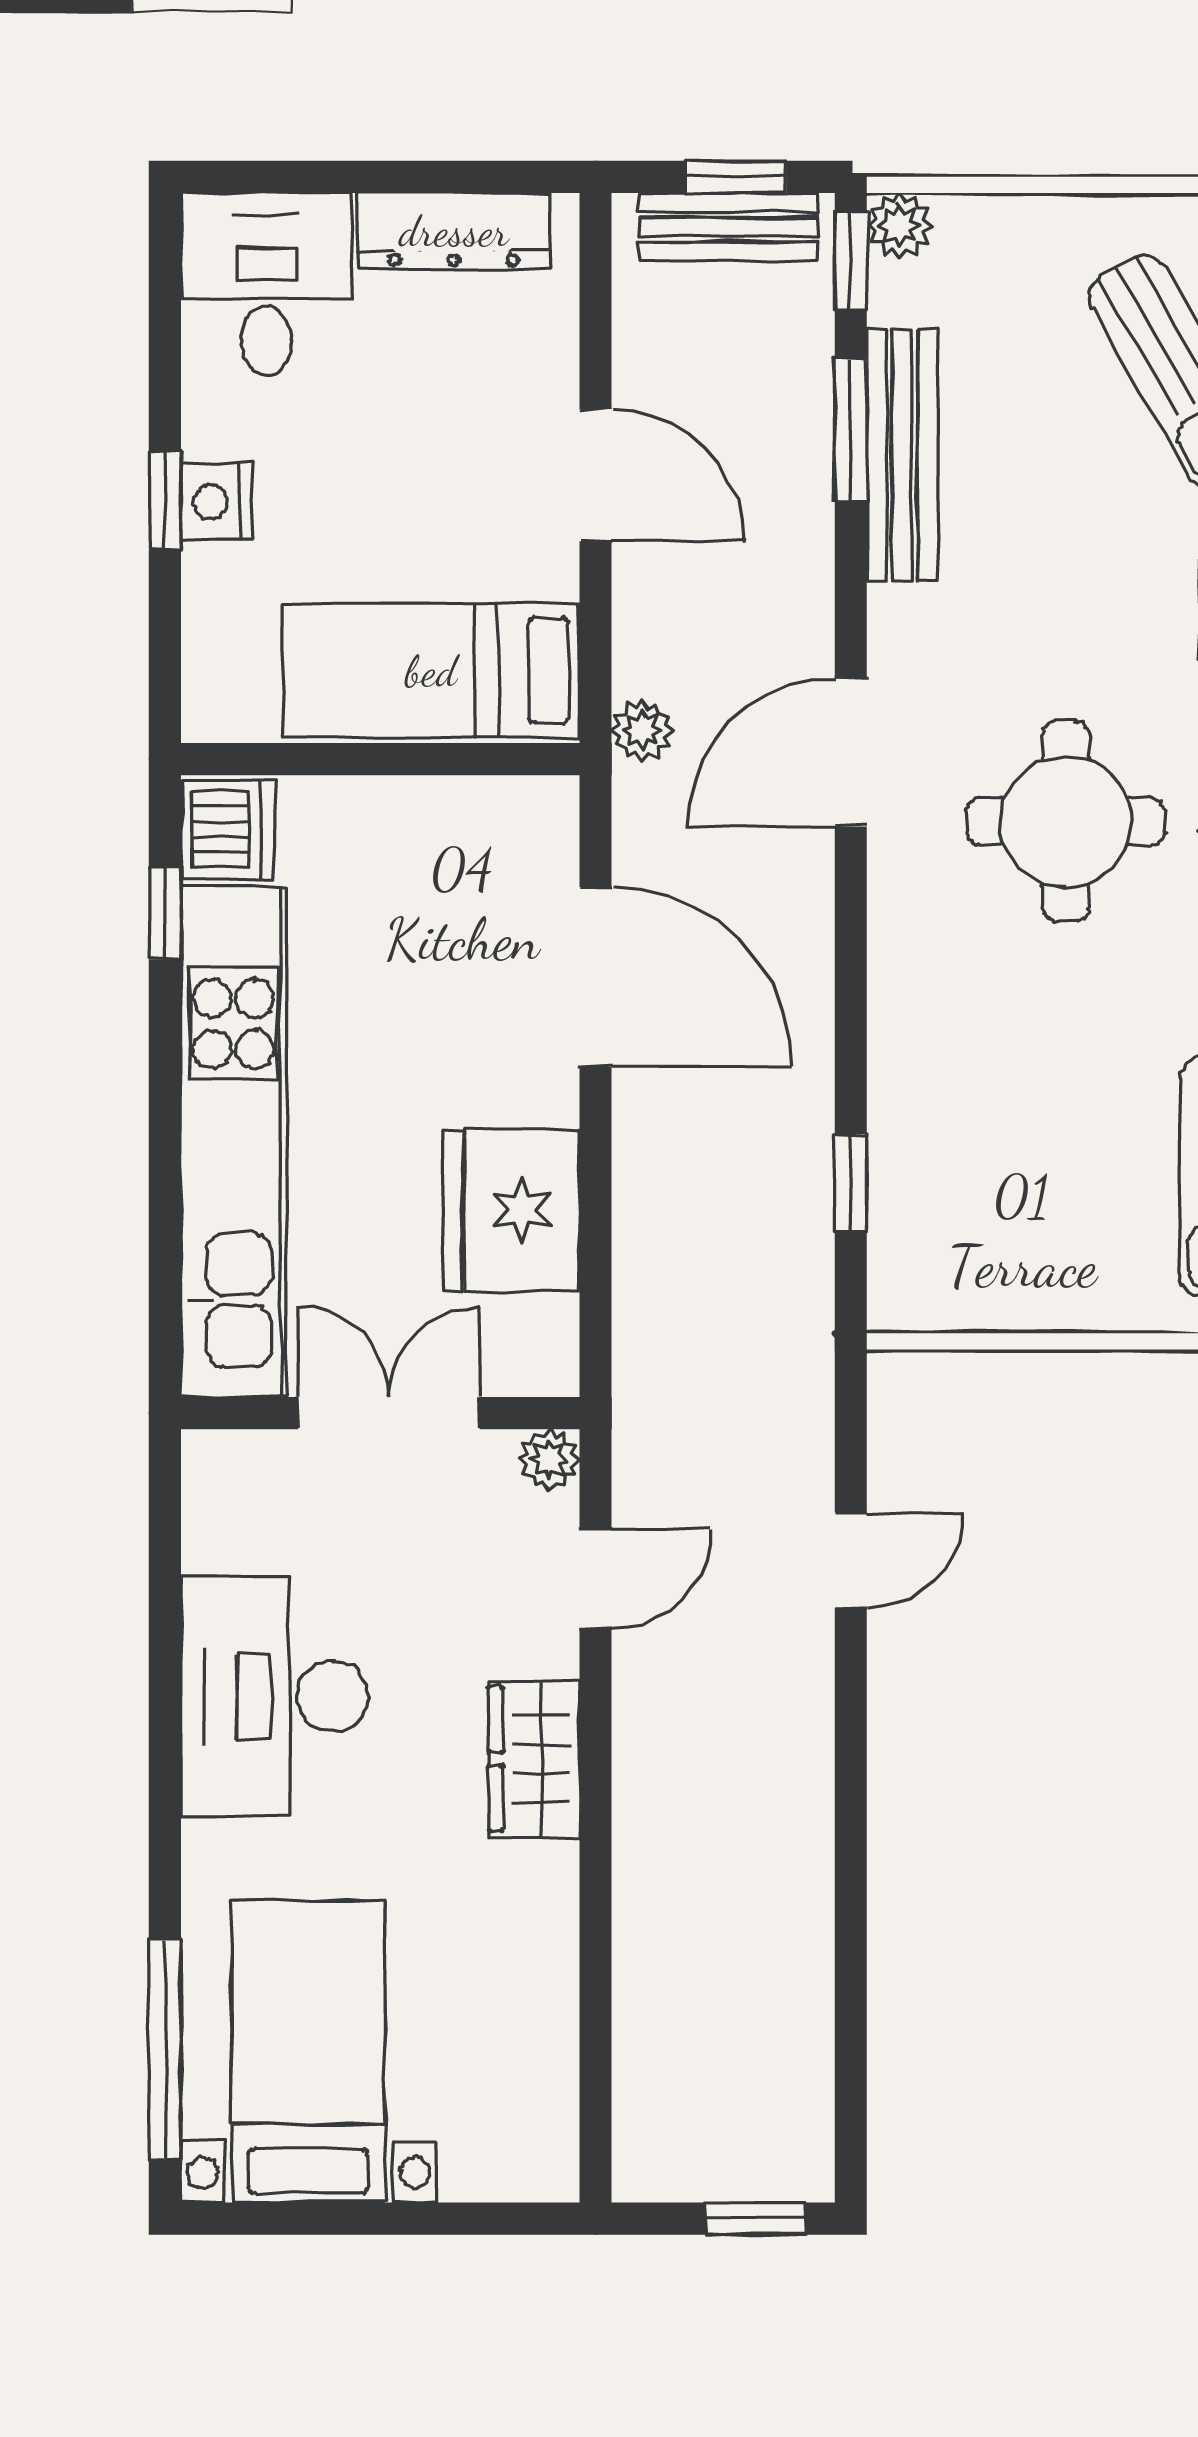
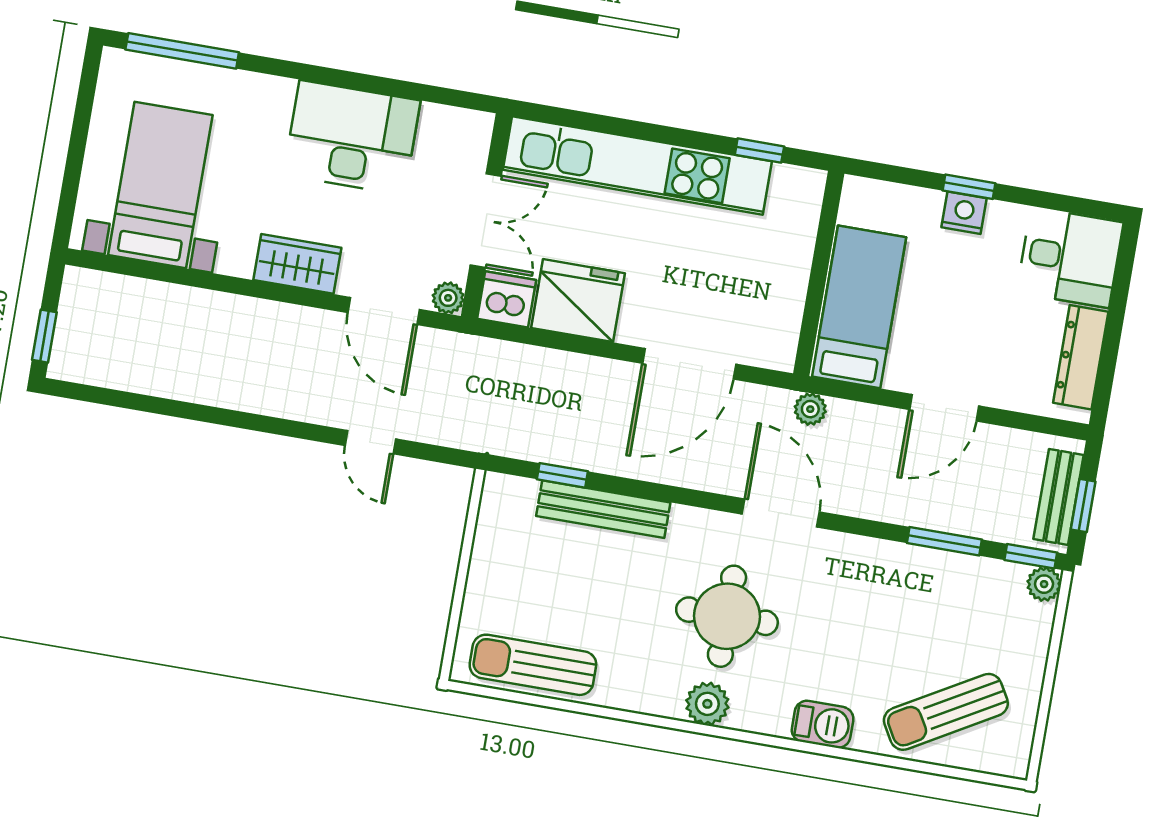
bench: (902, 455) -> (603, 509), moved
dishwasher: (228, 829) -> (507, 299), moved, turned 180
door: (595, 1578) -> (384, 311), width x1.37
bed with nightstands: (308, 2052) -> (160, 185), moved, turned -90

